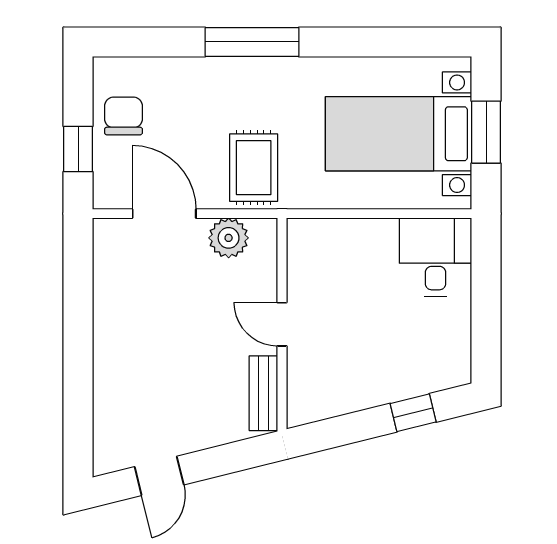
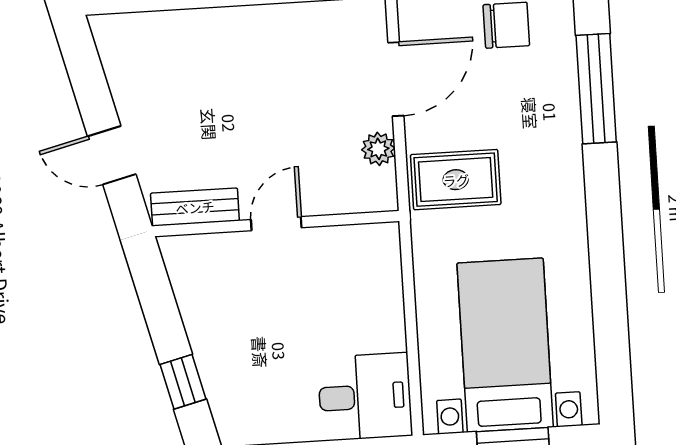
window: (252, 42) -> (596, 89), moved
plant: (229, 238) -> (378, 149), width x0.73, depth x0.73
door: (159, 476) -> (112, 155), moved

